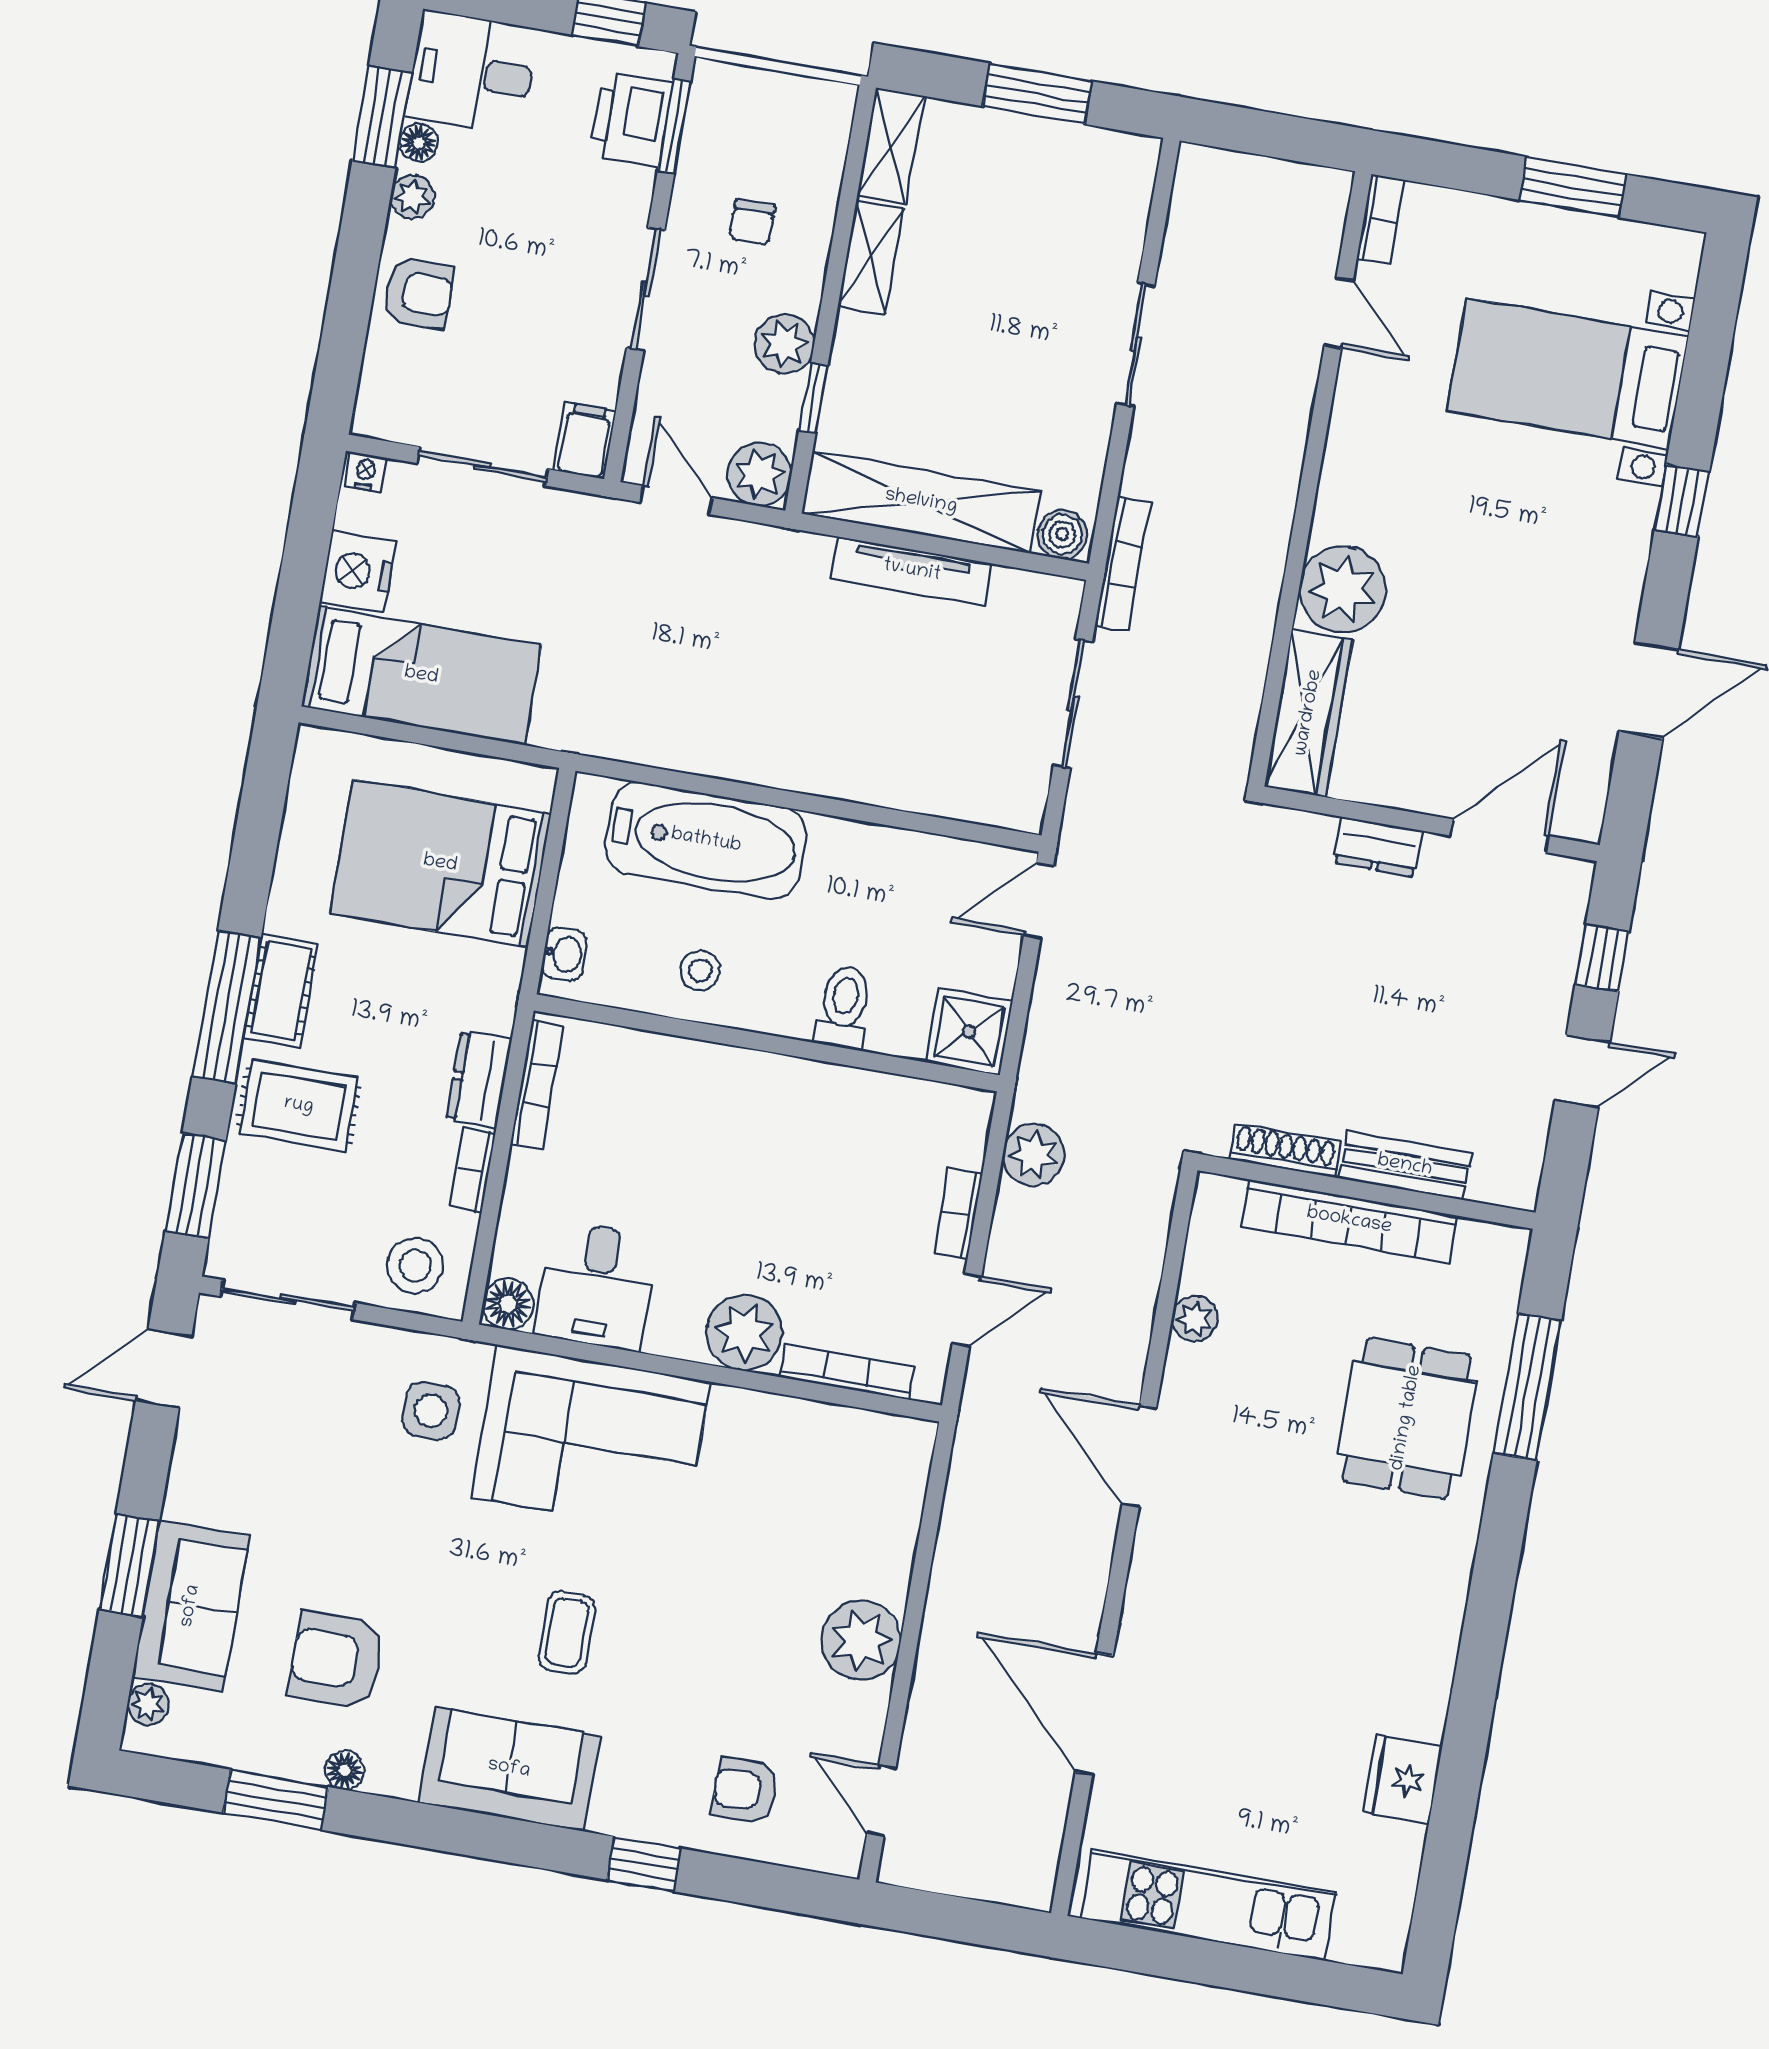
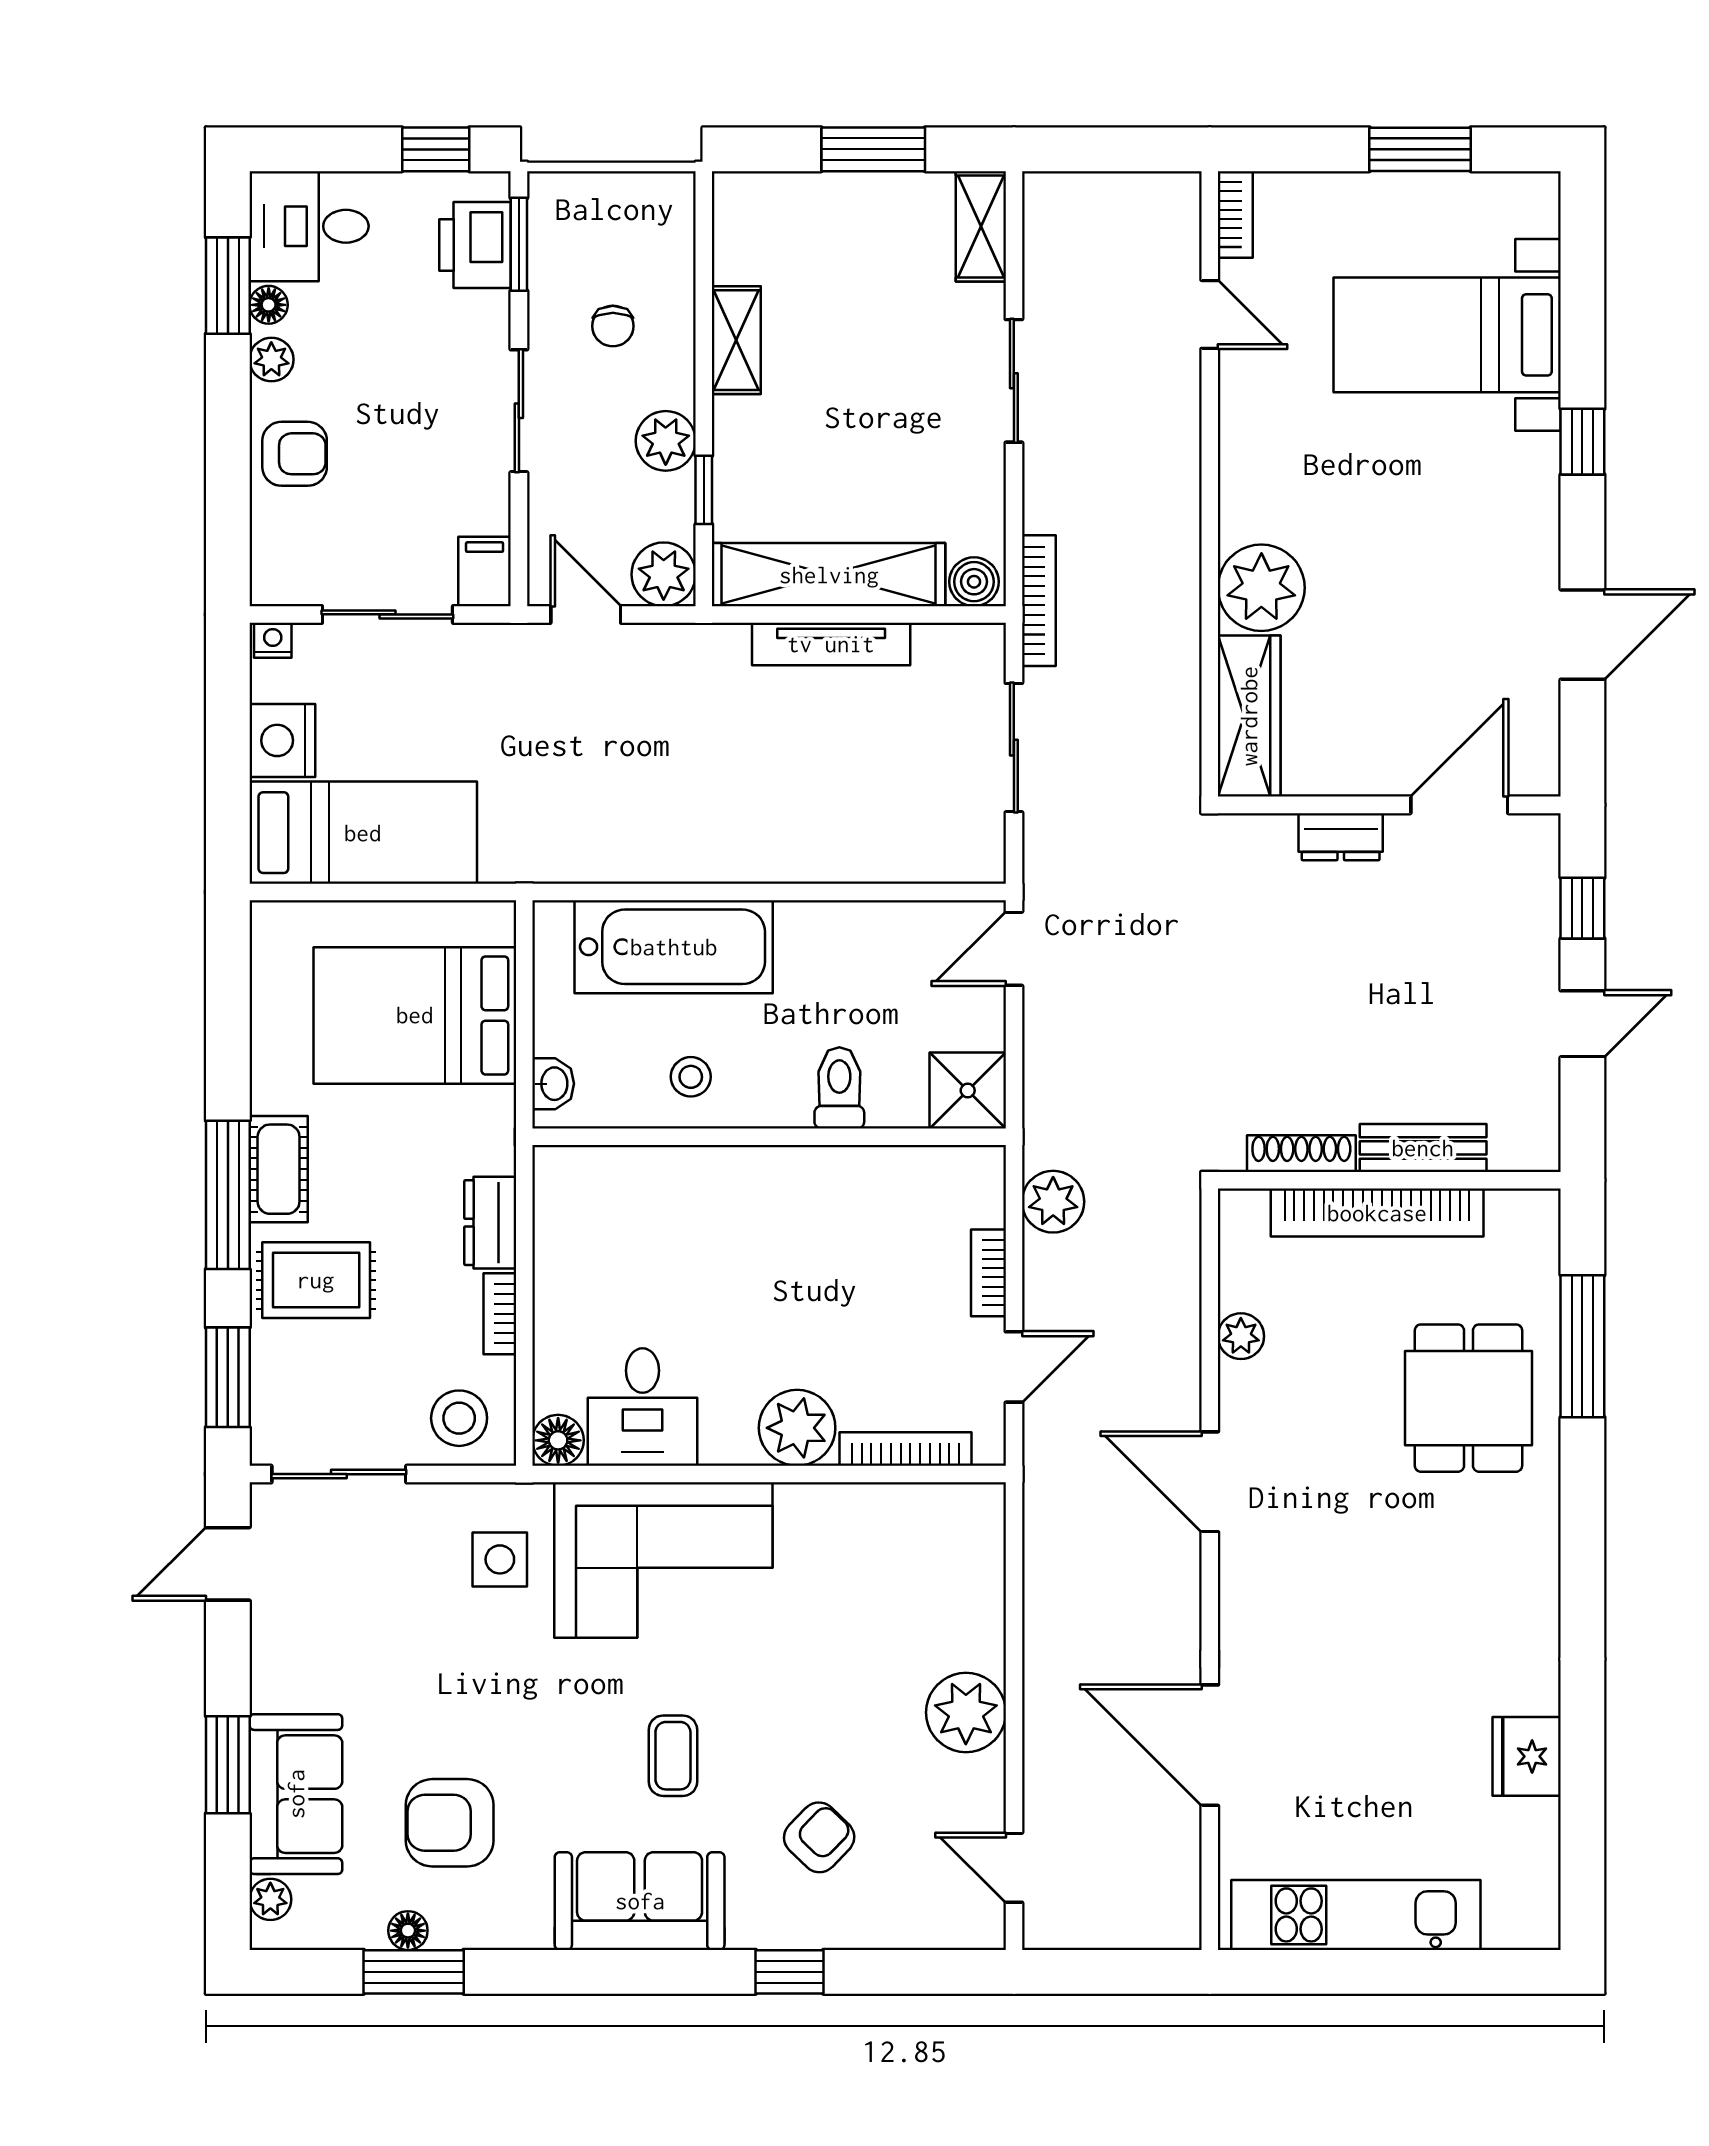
shelving: (891, 146) -> (981, 226), moved
bookcase: (537, 1085) -> (549, 1218), removed
floor lamp: (345, 1770) -> (408, 1931), moved
armchair: (745, 1790) -> (819, 1837), moved, turned 134

